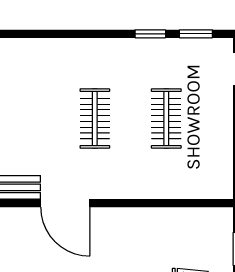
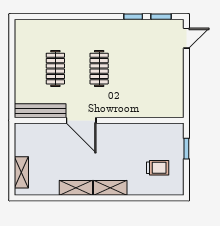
clothes rail: (166, 118) -> (55, 69), moved

